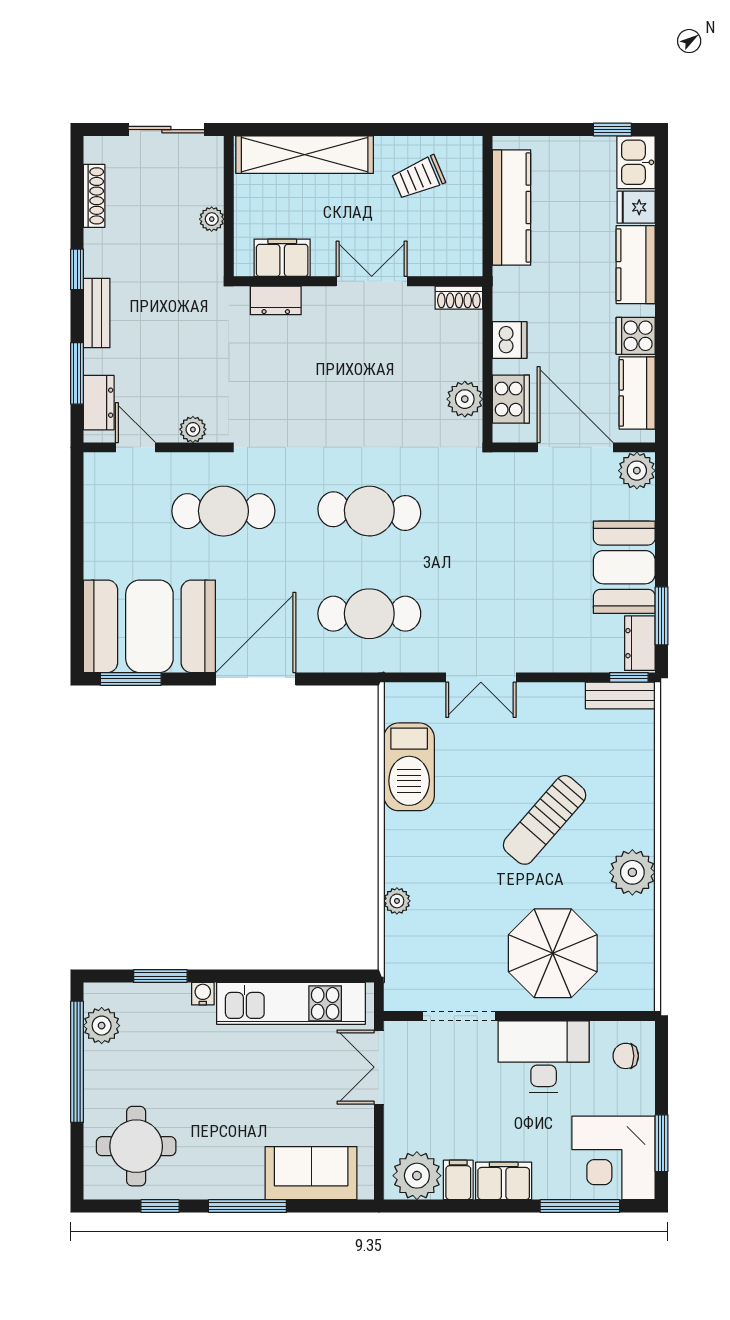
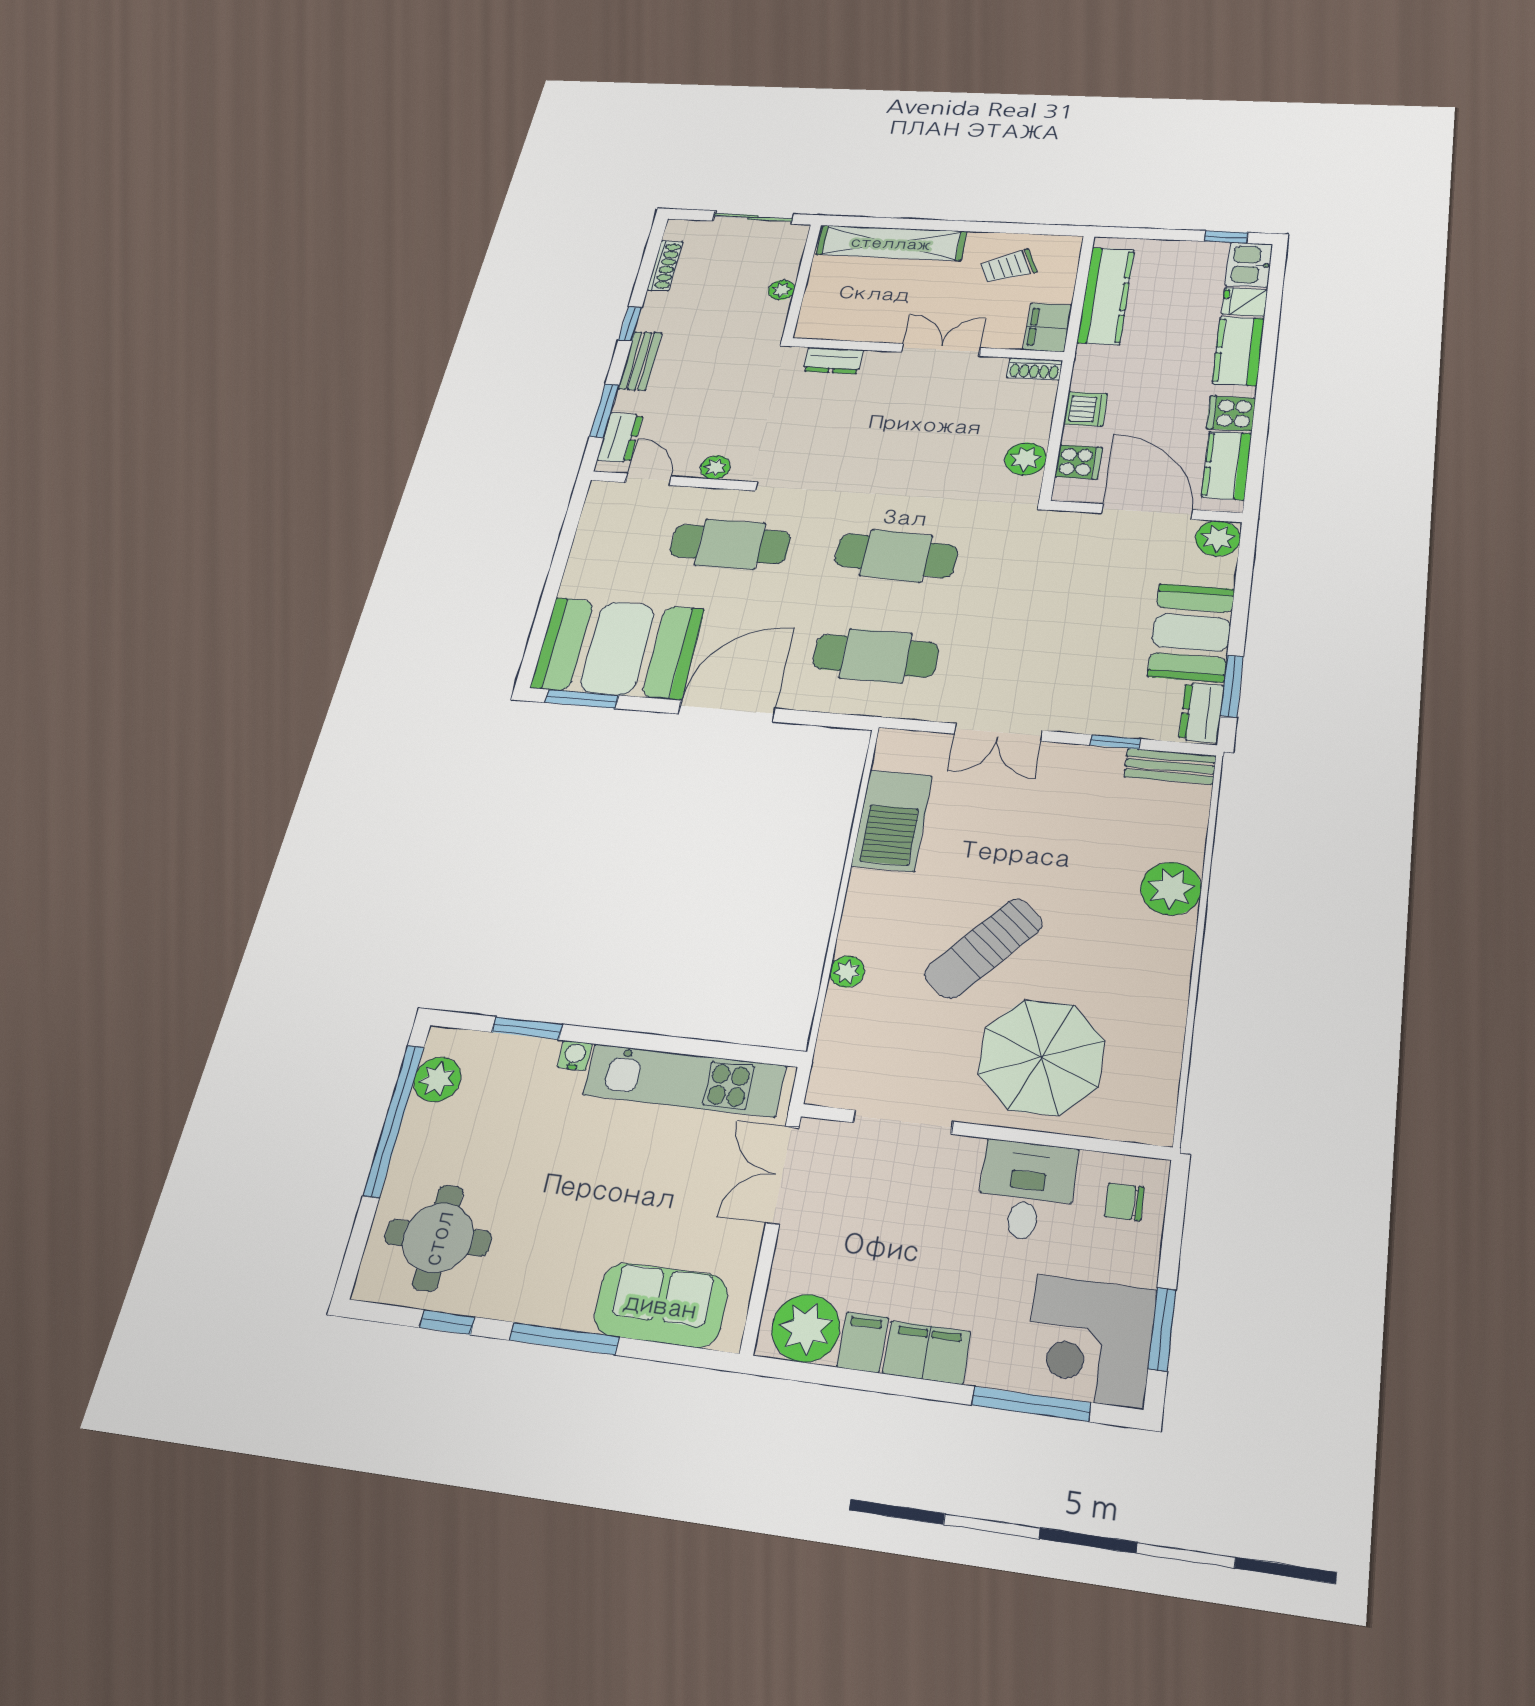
filing cabinet: (282, 258) -> (1048, 327), moved, turned -90
cooker: (511, 399) -> (1079, 462), width x0.73
window: (629, 677) -> (1115, 742), moved
sun lounger: (545, 820) -> (984, 948), moved
plant: (632, 872) -> (1171, 889), moved
desk: (544, 1057) -> (1026, 1191), width x0.73

